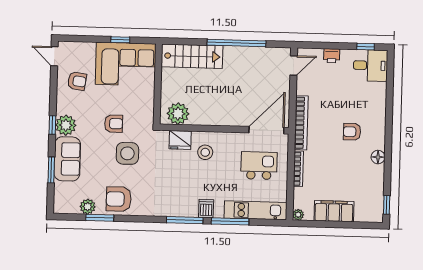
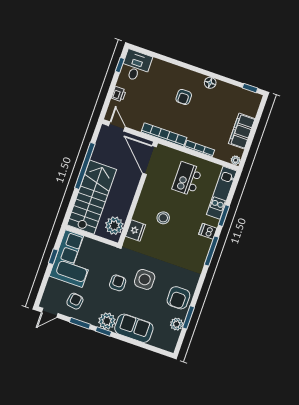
stairs: (192, 56) -> (92, 197), width x1.36, depth x1.51
plant: (178, 114) -> (114, 226), moved
wall: (224, 129) -> (138, 193), moved
door: (266, 130) -> (149, 160), moved
fridge: (180, 140) -> (136, 231), moved
window: (51, 170) -> (80, 323), moved
window: (230, 221) -> (224, 216), width x0.69

